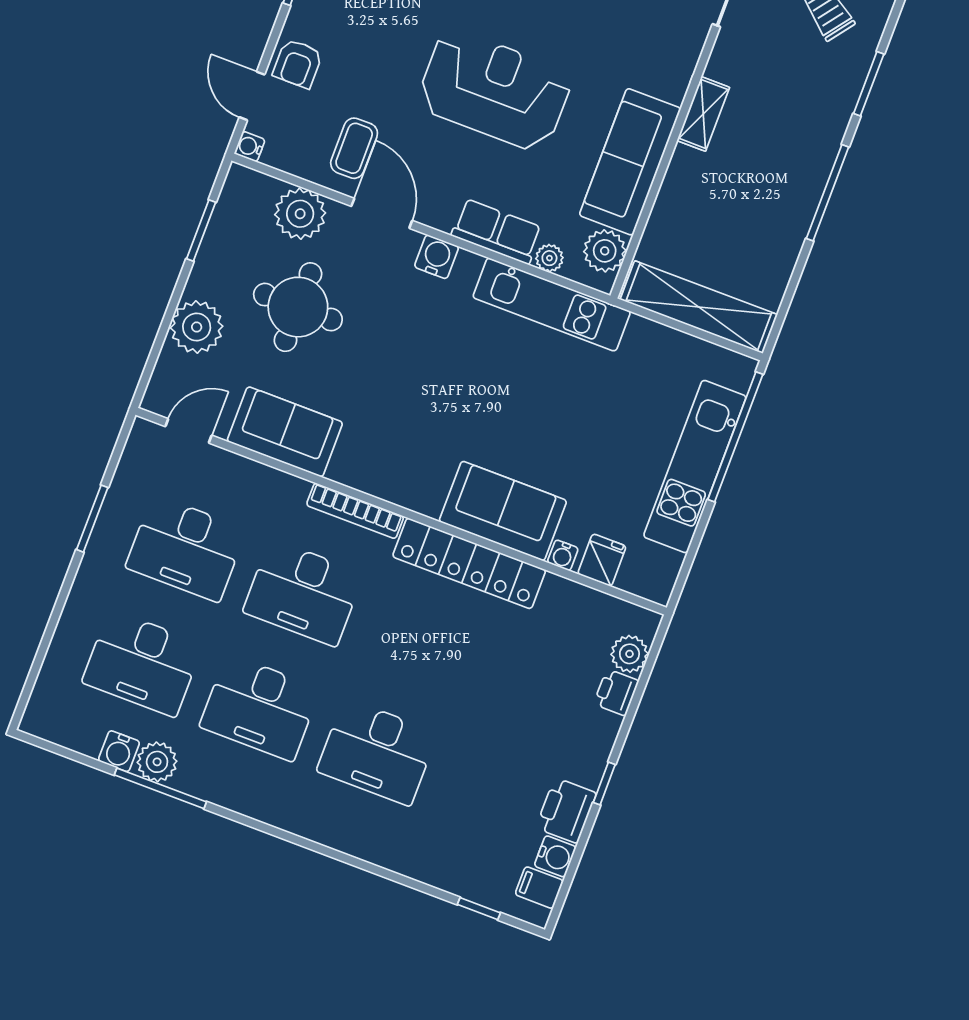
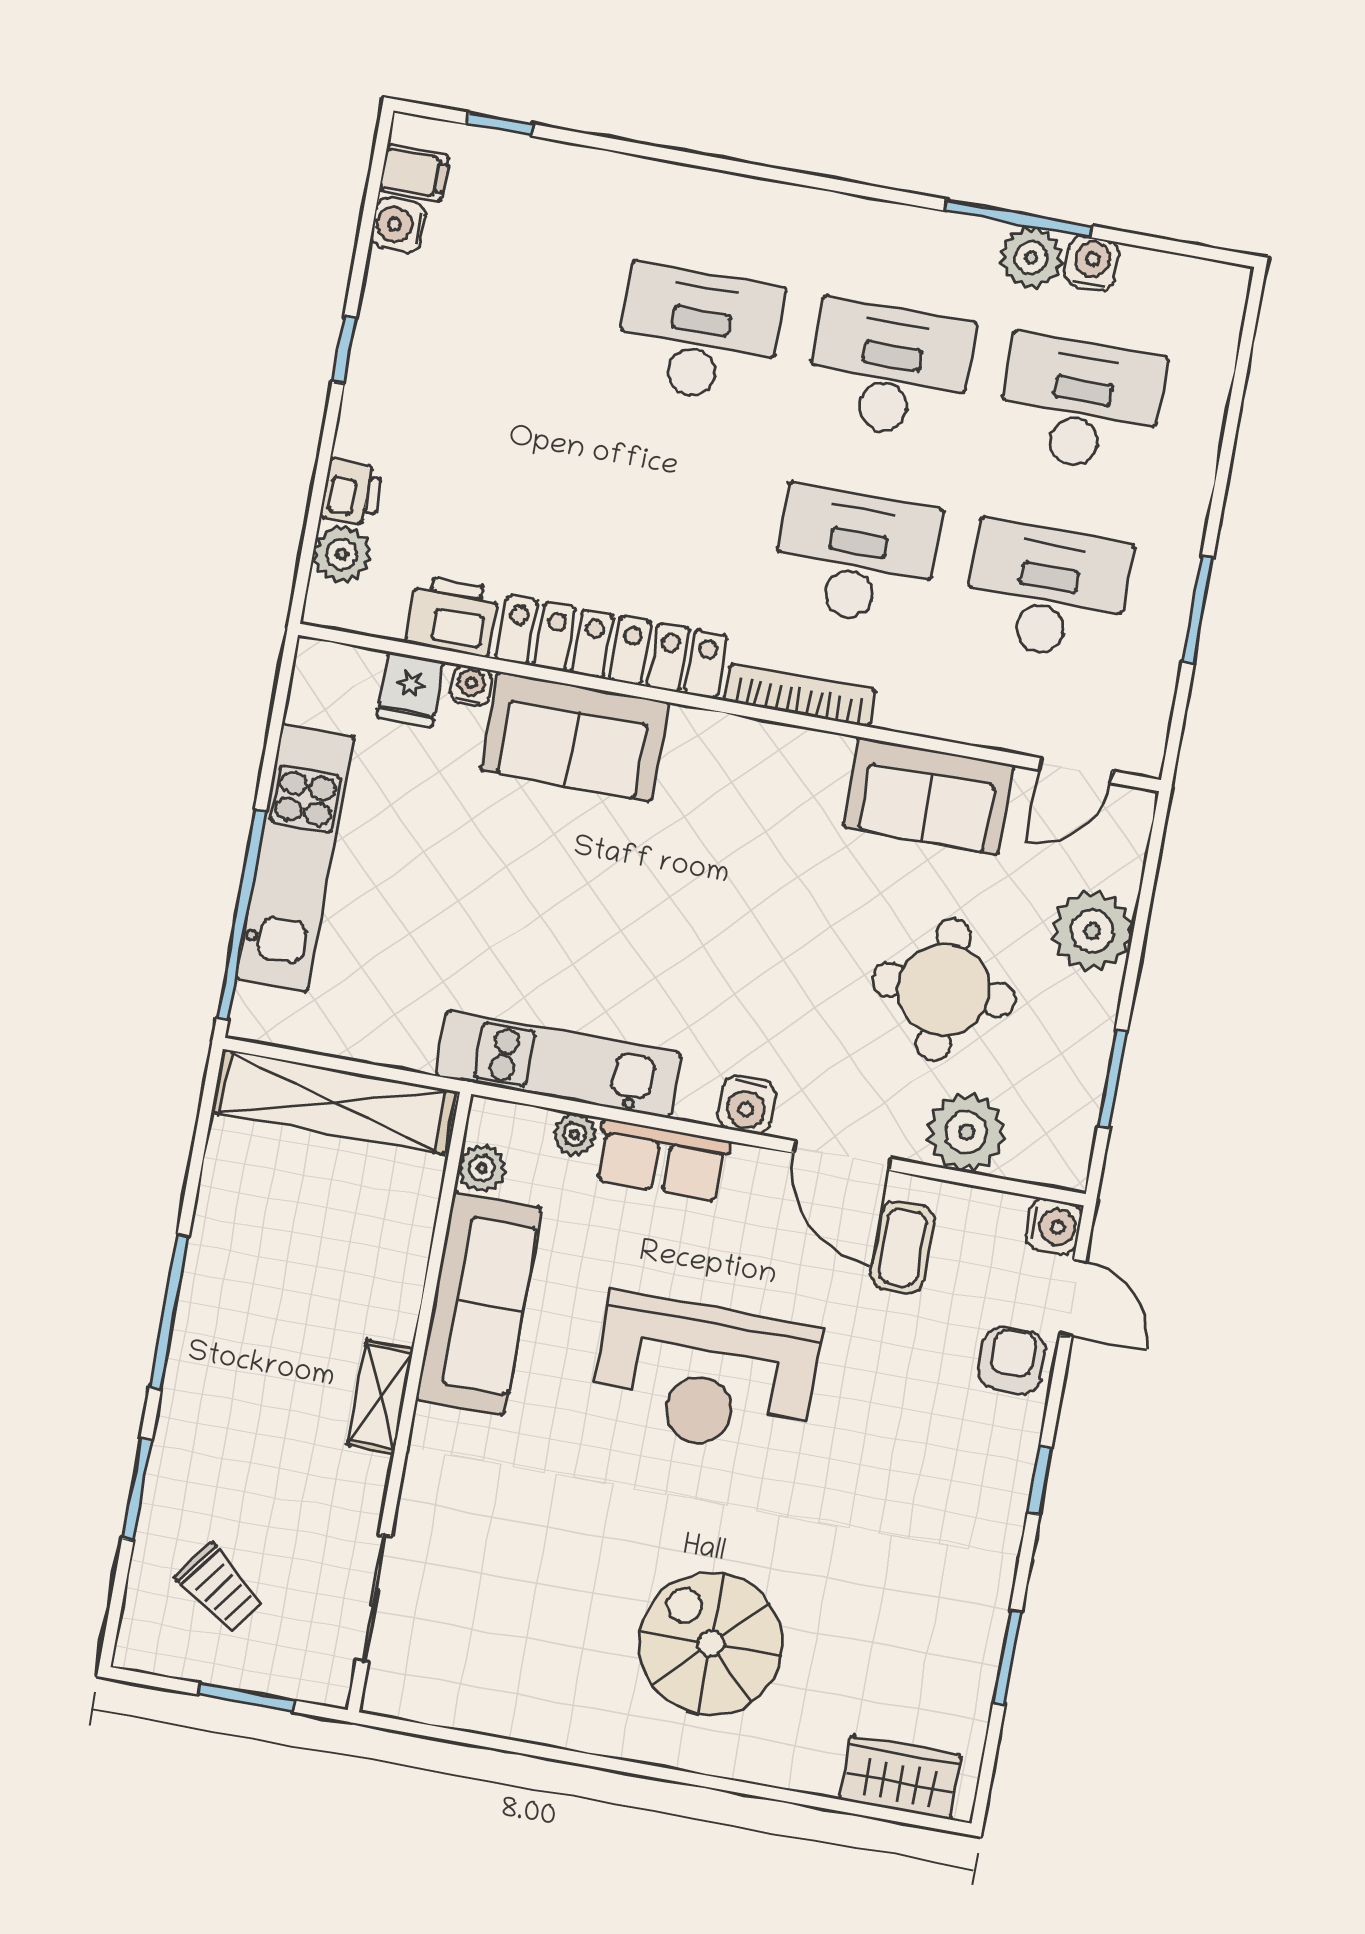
water cooler: (250, 147) -> (1054, 1226), width x1.38, depth x1.38
plant: (605, 251) -> (482, 1168), width x0.73, depth x0.73
printer: (566, 810) -> (452, 616), moved, turned -90

